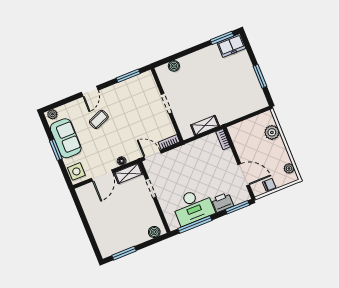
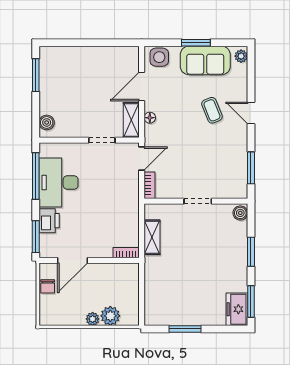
window: (187, 52) -> (251, 252), added
boiler: (174, 66) -> (240, 213), moved
plant: (289, 168) -> (93, 319), moved
door: (102, 175) -> (142, 87), hinge flipped

